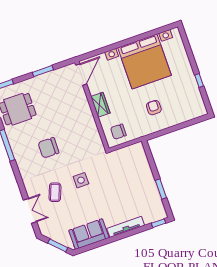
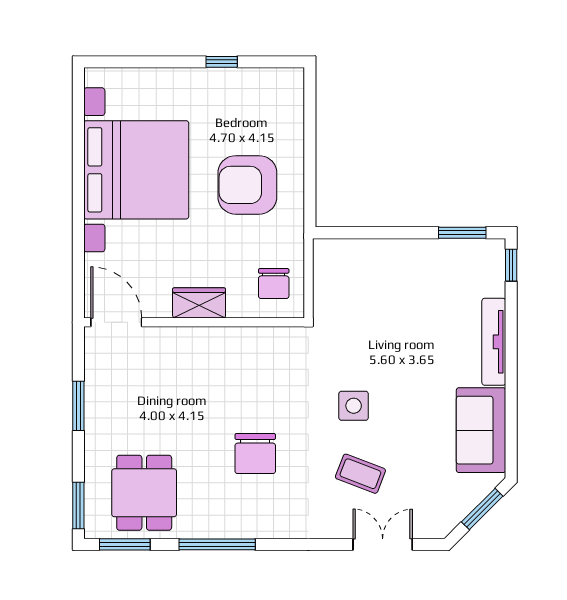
armchair: (154, 108) -> (247, 185), width x1.88, depth x1.88
window: (161, 189) -> (462, 233), moved

